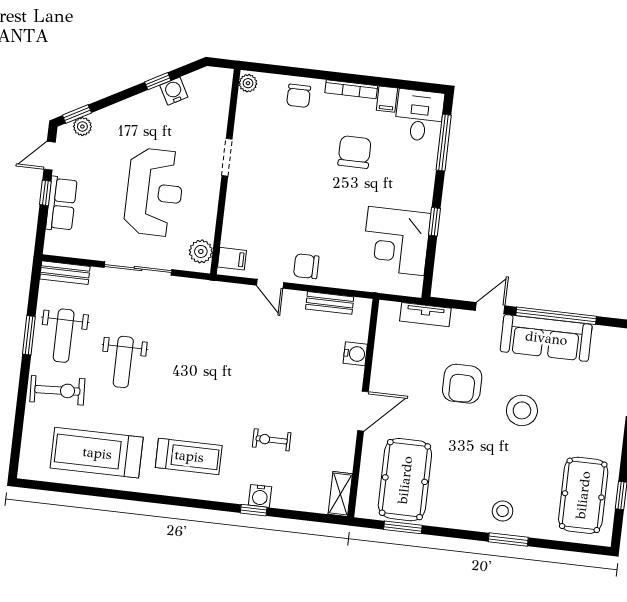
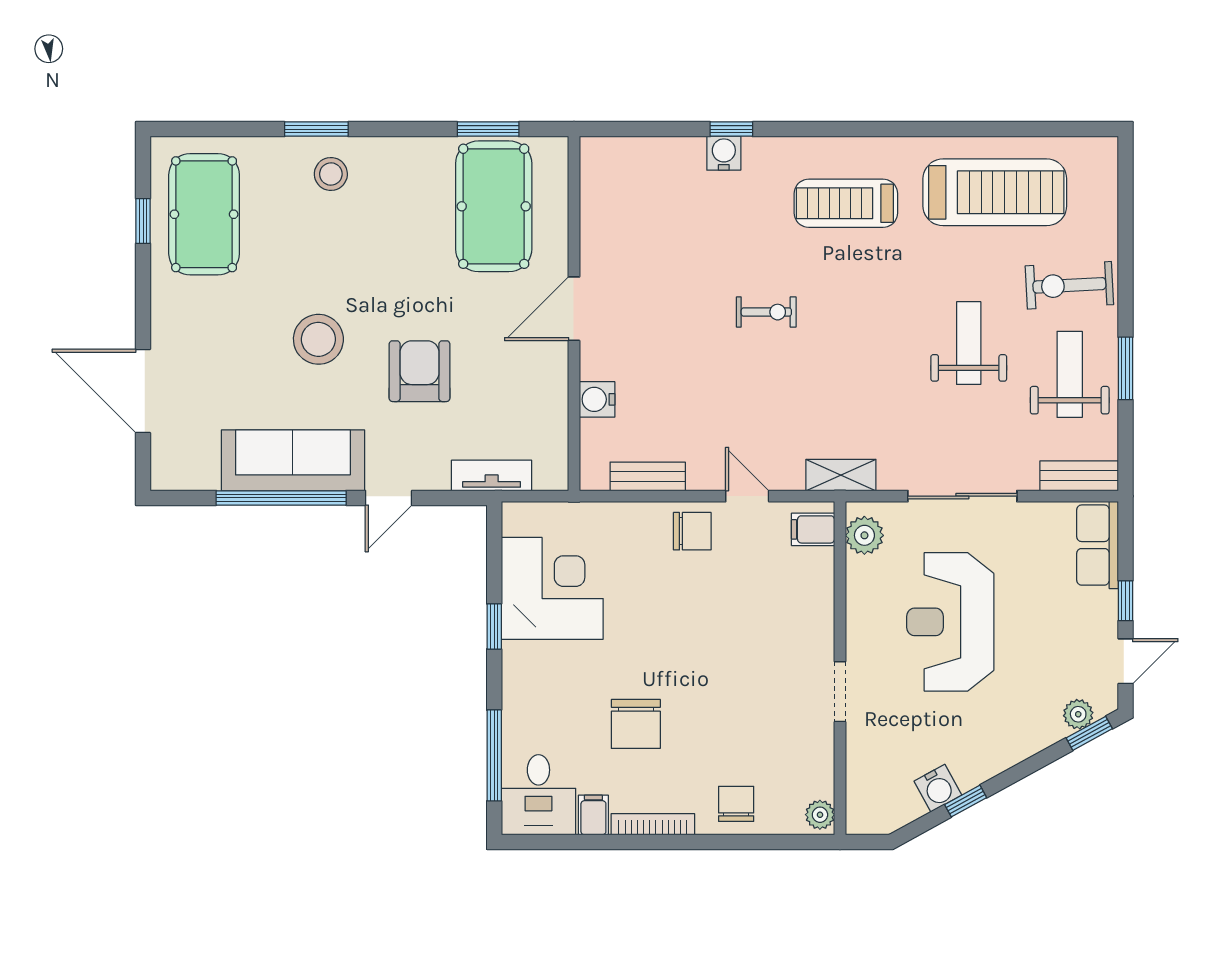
row of seats: (61, 204) -> (1098, 545), moved
exercise bike: (272, 440) -> (766, 312), moved
shelving: (340, 494) -> (841, 475), moved, turned 90

